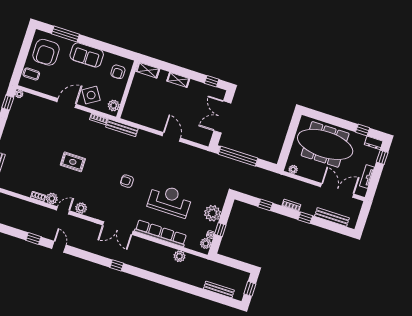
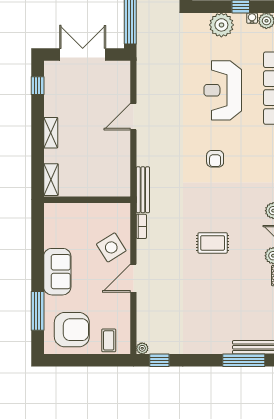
armchair: (118, 72) -> (67, 221), removed
door: (67, 103) -> (133, 278), hinge flipped
plant: (114, 106) -> (116, 211), removed
double door: (222, 117) -> (83, 55), swing flipped
rug: (73, 162) -> (213, 243), turned 90

